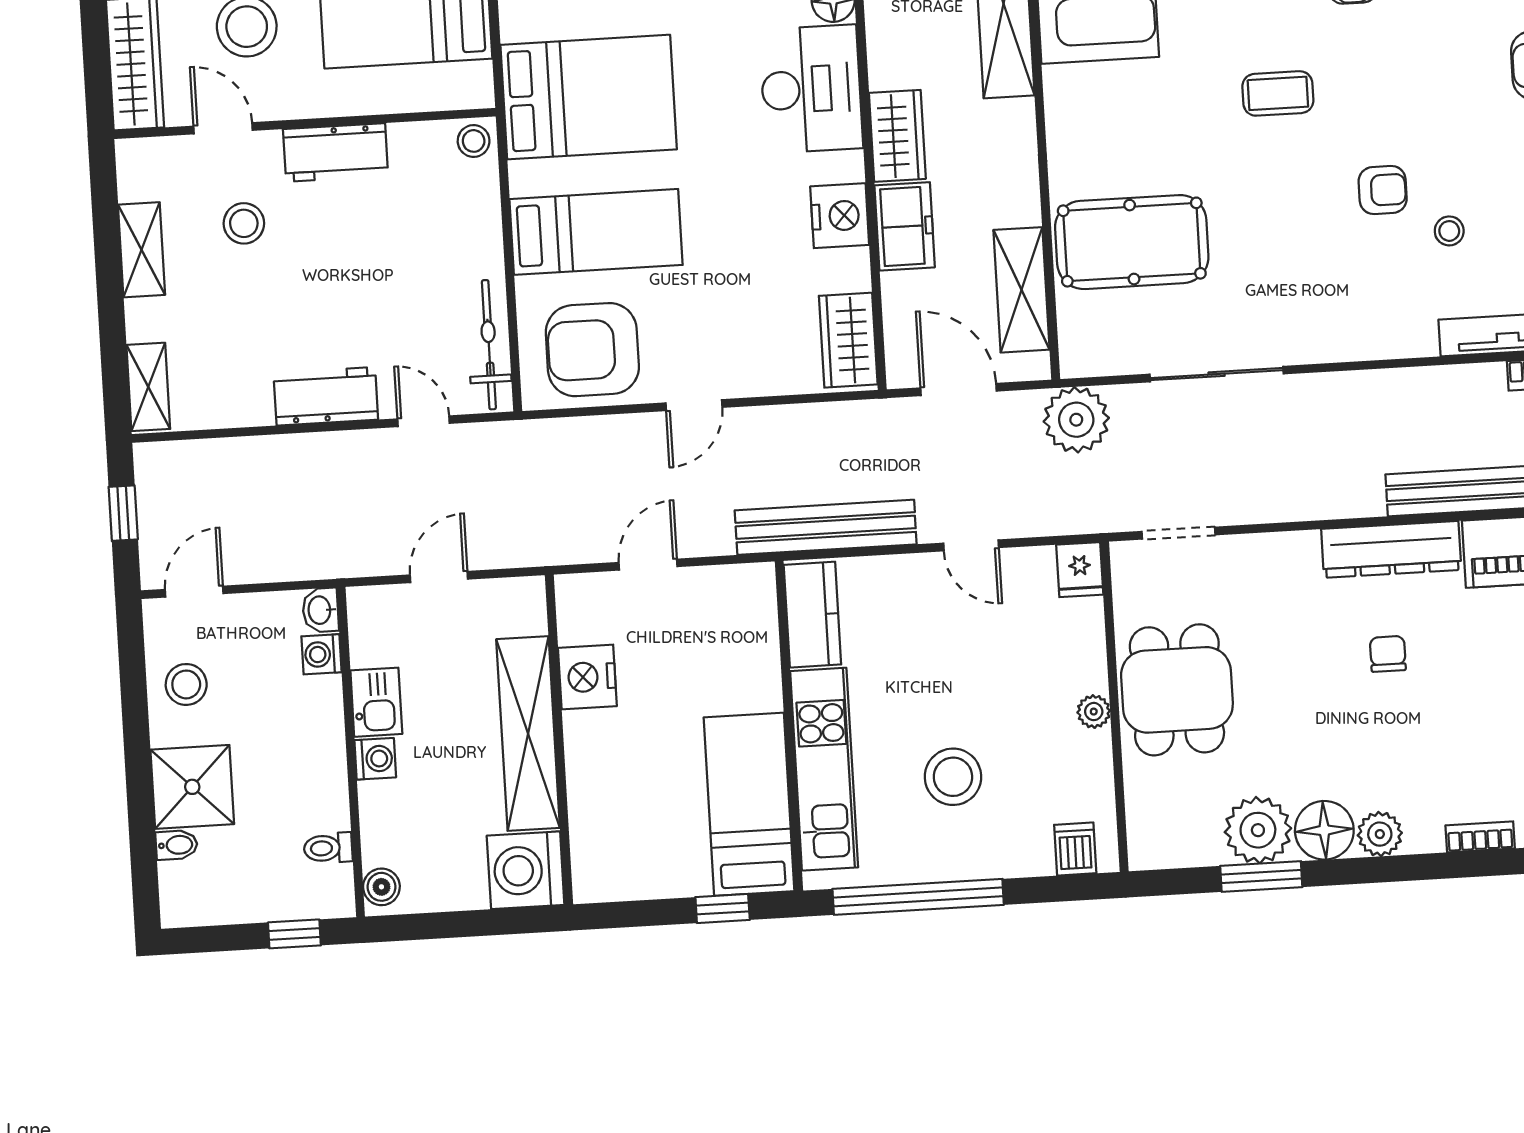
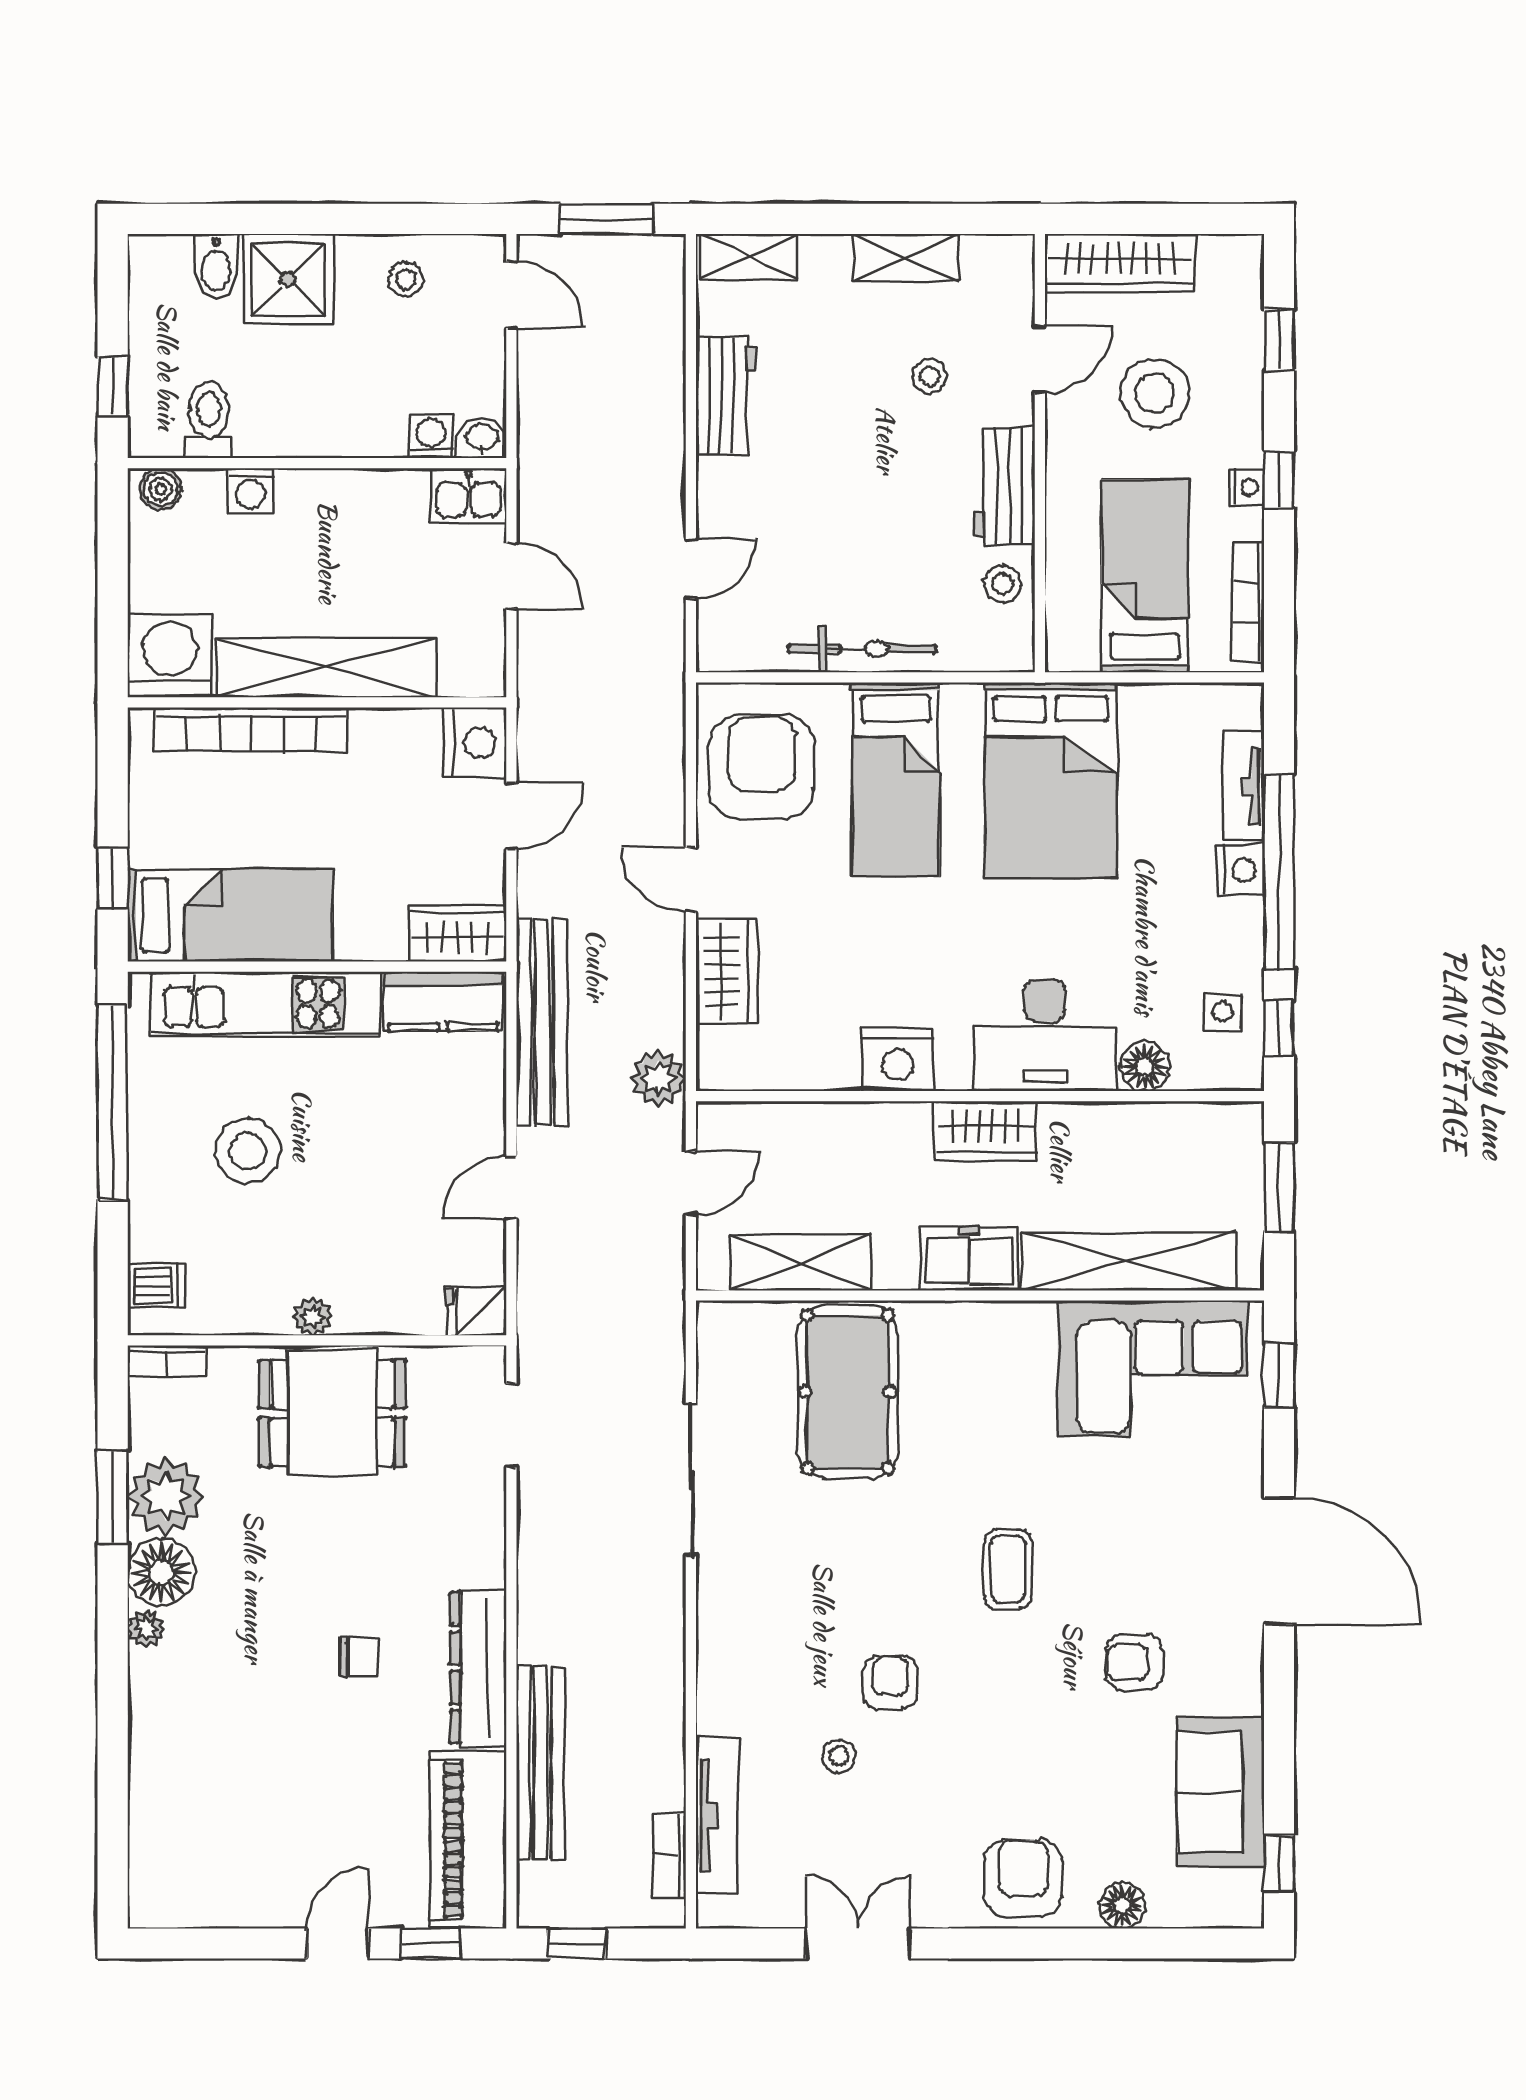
stool: (474, 141) -> (1003, 584), moved
armchair: (1383, 190) -> (890, 1683), turned 180
stool: (244, 223) -> (930, 377), width x0.73, depth x0.73
freezer: (905, 226) -> (969, 1259), moved, turned 180
wardrobe: (848, 340) -> (726, 971), moved, turned 90
bicycle: (489, 345) -> (862, 649), moved
door: (958, 389) -> (691, 1183), width x0.73
workbench: (326, 396) -> (726, 396), moved
plant: (1076, 420) -> (658, 1078), moved, width x0.73, depth x0.73
window: (123, 513) -> (606, 219), width x1.50
door: (648, 565) -> (511, 816), hinge flipped
wardrobe: (753, 606) -> (457, 933), added
nightstand: (587, 677) -> (475, 743), moved, turned 90
stool: (186, 684) -> (406, 279), width x0.73, depth x0.73
kitchen sink: (376, 702) -> (468, 496), moved
washing machine: (375, 759) -> (251, 491), moved
bookcase: (586, 796) -> (251, 729), added
plant: (1380, 834) -> (146, 1629), width x0.73, depth x0.73
bookcase: (1480, 837) -> (167, 1361), moved, turned 90
bidet: (177, 845) -> (216, 266), width x1.38, depth x1.36
toilet: (328, 848) -> (209, 420), width x1.37, depth x1.39

